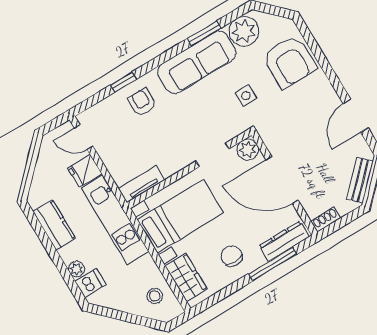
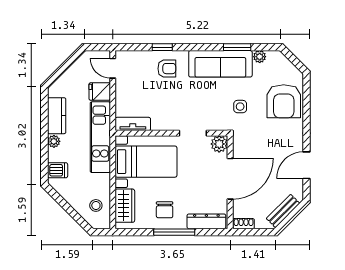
plant: (244, 31) -> (260, 57), width x0.53, depth x0.53
armchair: (142, 102) -> (167, 69), turned 90
door: (282, 180) -> (230, 179), swing flipped
chair: (232, 256) -> (165, 210), turned 180
window: (272, 264) -> (174, 232), moved
plant: (77, 269) -> (54, 141), moved

